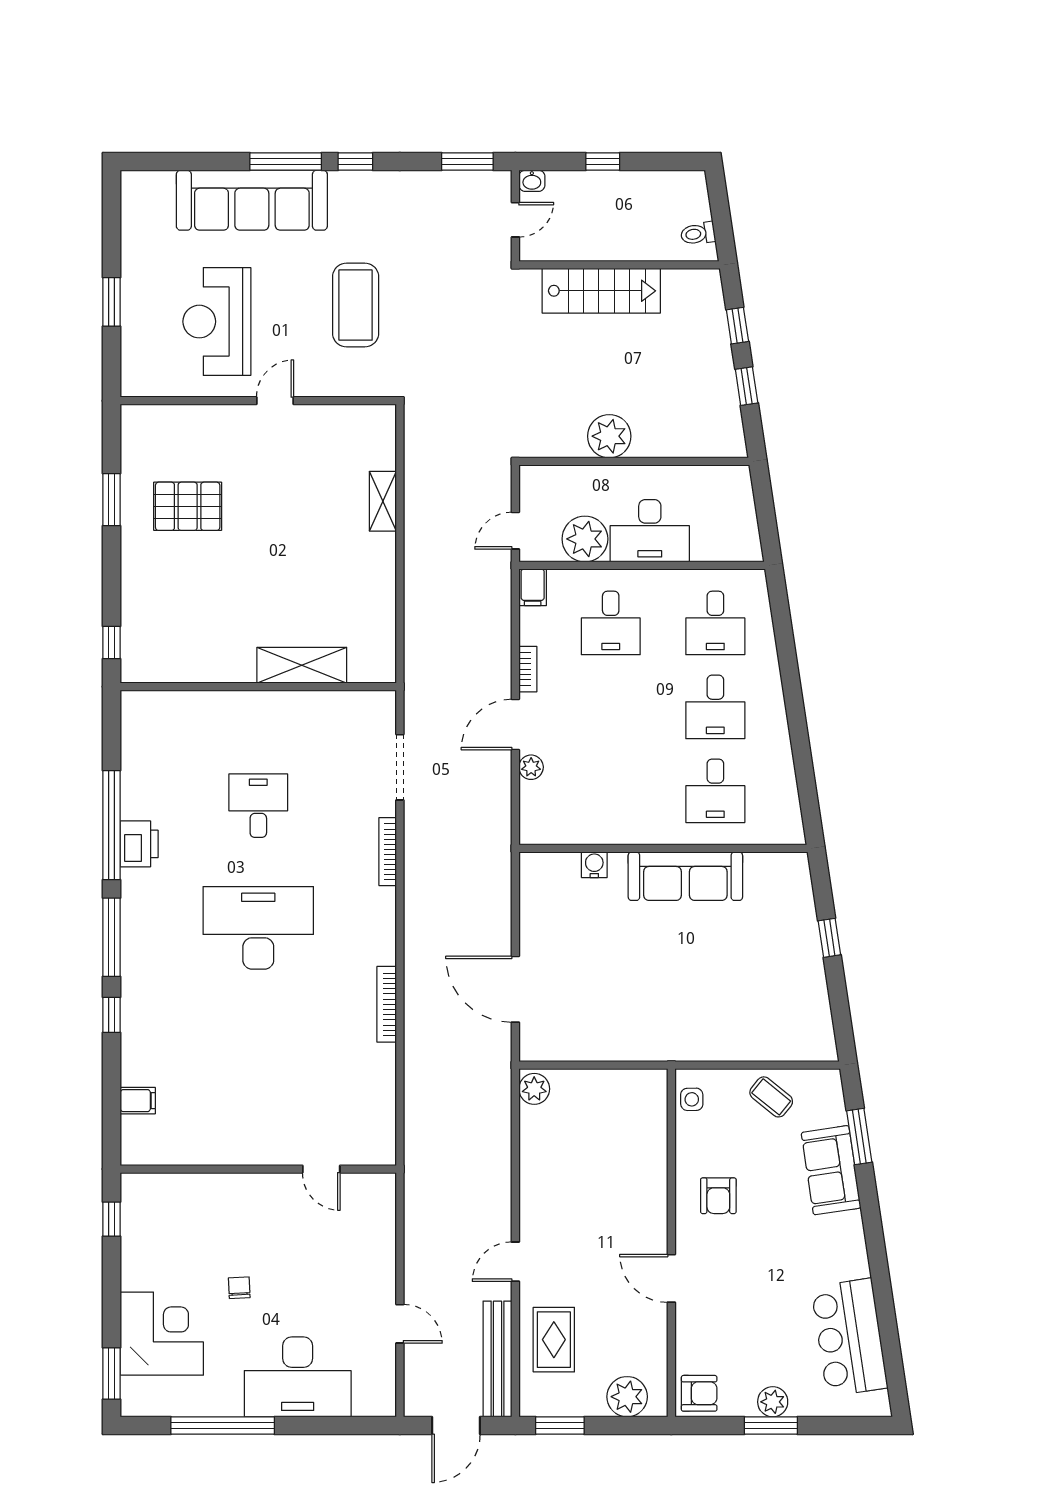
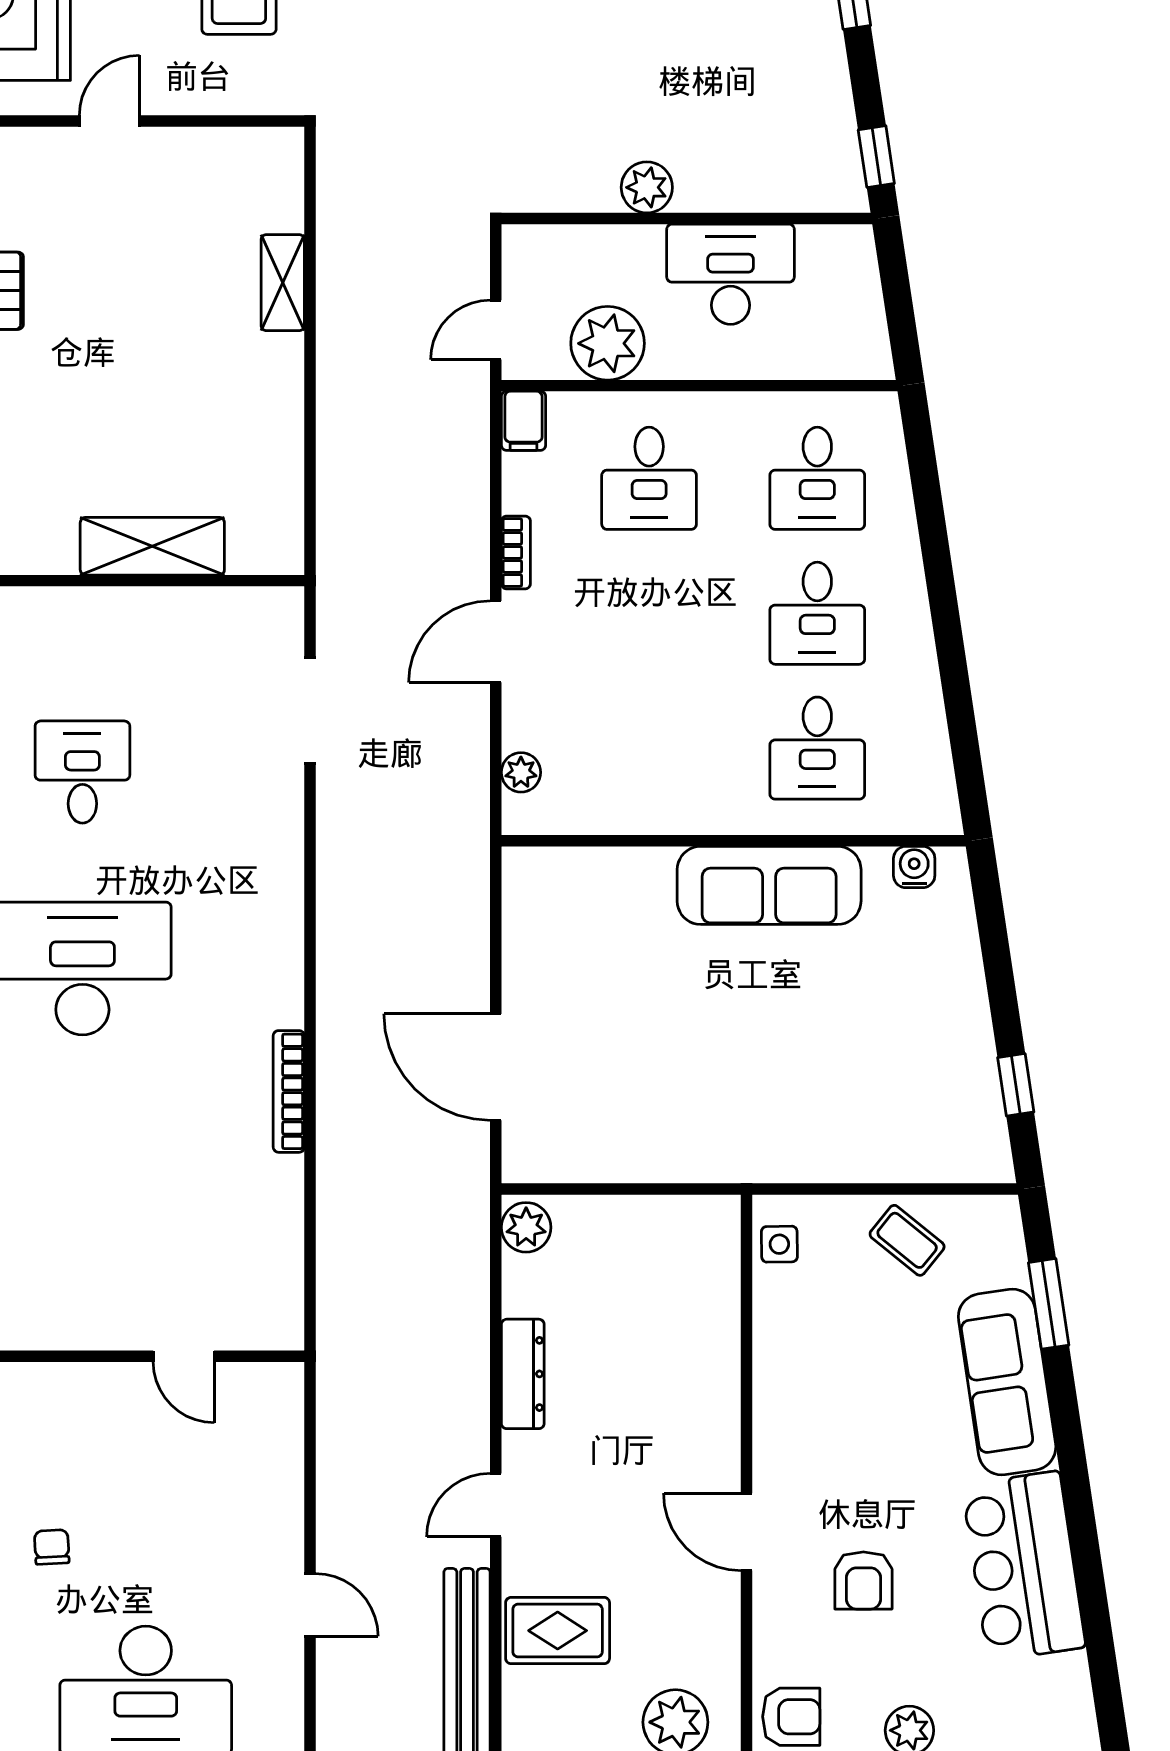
window: (747, 386) -> (876, 157), moved
plant: (609, 436) -> (647, 187), width x0.73, depth x0.73
desk: (650, 531) -> (731, 274), moved, turned 180
plant: (531, 767) -> (521, 772), moved
bookcase: (388, 852) -> (290, 846), removed
water cooler: (594, 865) -> (914, 867), moved
window: (829, 938) -> (1016, 1085), moved
sofa: (831, 1170) -> (1007, 1382), width x1.36
dresser: (532, 1180) -> (523, 1374), added
armchair: (718, 1196) -> (863, 1580), moved
bar counter: (849, 1337) -> (1024, 1566), moved
rug: (554, 1340) -> (558, 1631), turned 90

